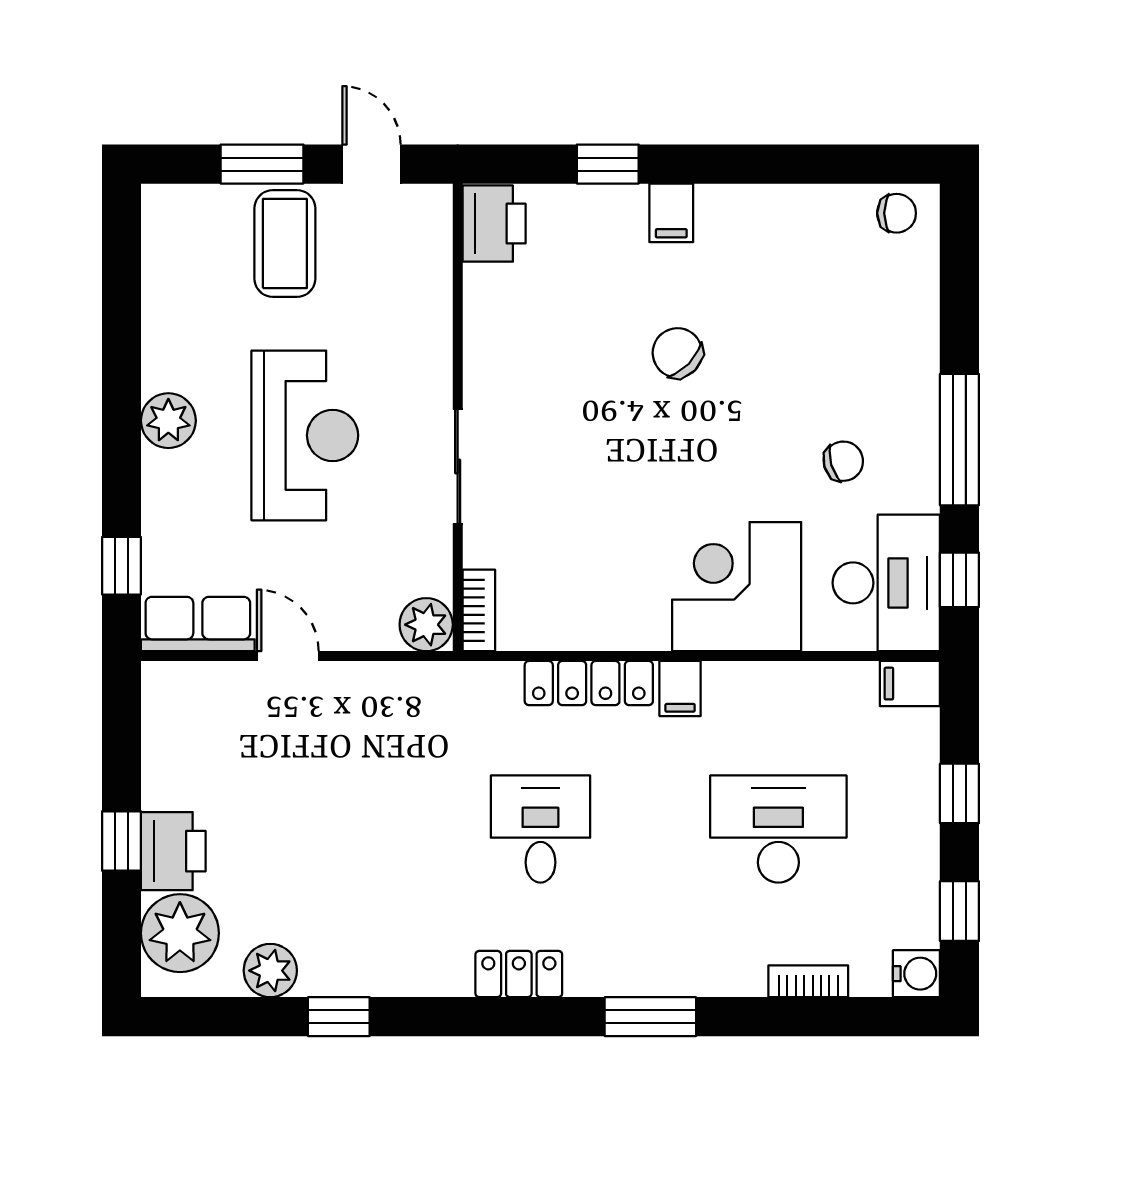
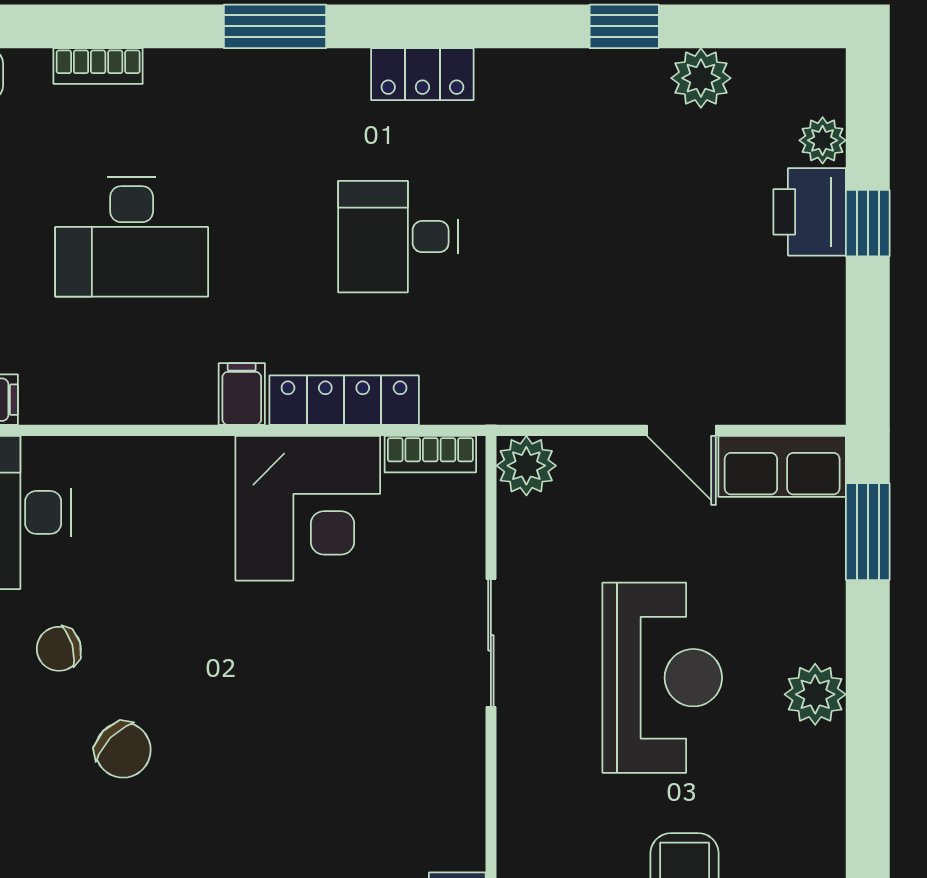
chair: (677, 353) -> (123, 750), moved
reception desk: (305, 435) -> (662, 678), turned 180
window: (122, 566) -> (868, 532), width x1.50
corner desk: (737, 587) -> (308, 508), moved
bookcase: (479, 610) -> (430, 454), moved, turned -90
desk: (540, 829) -> (398, 237), turned 90
plant: (180, 933) -> (823, 140), width x0.53, depth x0.53

